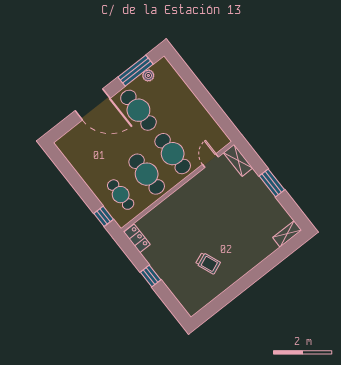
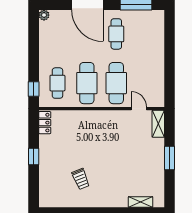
plant: (148, 75) -> (44, 15), moved
cafe table: (138, 110) -> (116, 34), width x0.73, depth x0.74
door: (210, 161) -> (139, 109), hinge flipped
shelving: (287, 234) -> (141, 202), moved

